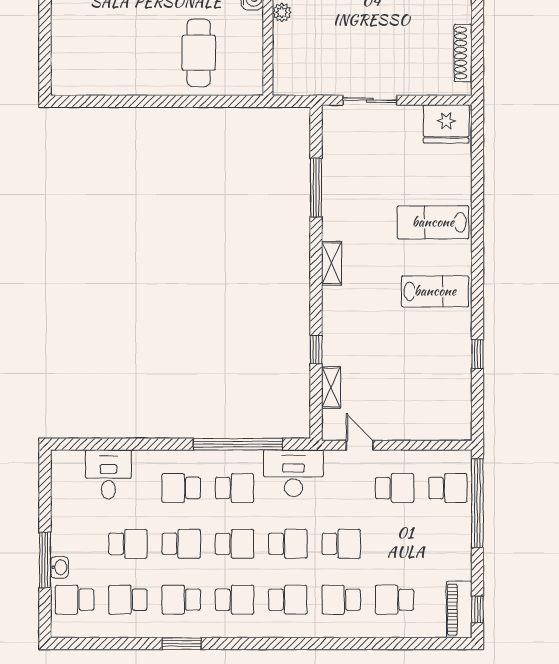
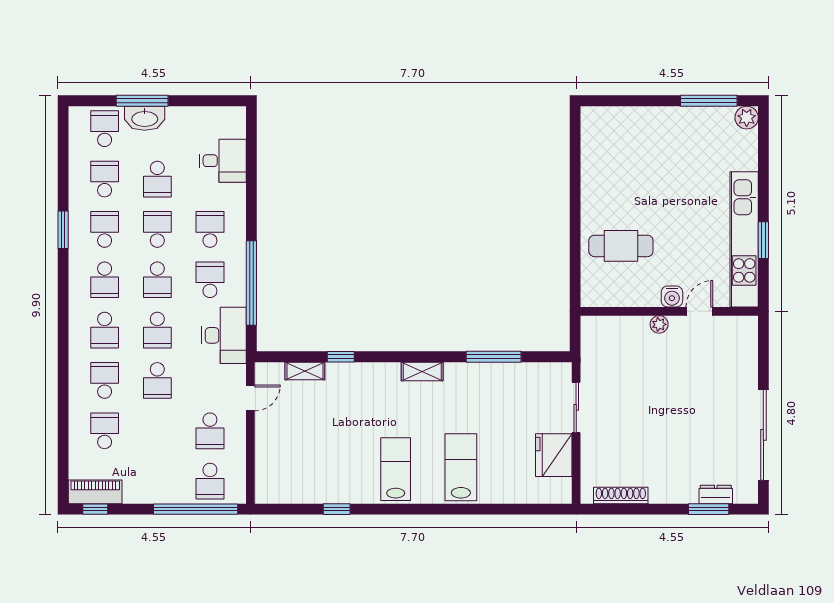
fridge: (446, 124) -> (554, 455), moved
lab bench: (435, 291) -> (396, 469), turned 180
school desk: (235, 488) -> (210, 280), turned 180
school desk: (181, 544) -> (157, 229), turned 180
washbasin: (59, 567) -> (145, 118), width x1.91, depth x1.45

